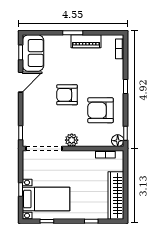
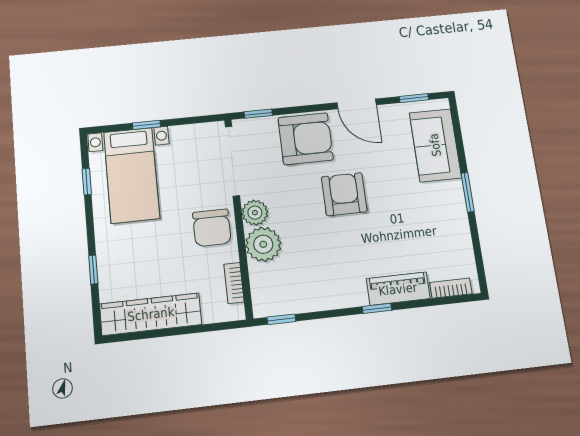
piano: (86, 41) -> (398, 289), moved, turned 90
sofa: (33, 53) -> (435, 145), moved, turned 90
armchair: (101, 110) -> (306, 139), moved, turned 90
plant: (88, 138) -> (263, 244), added
floor lamp: (118, 141) -> (264, 305), removed
chair: (77, 162) -> (212, 228), added

